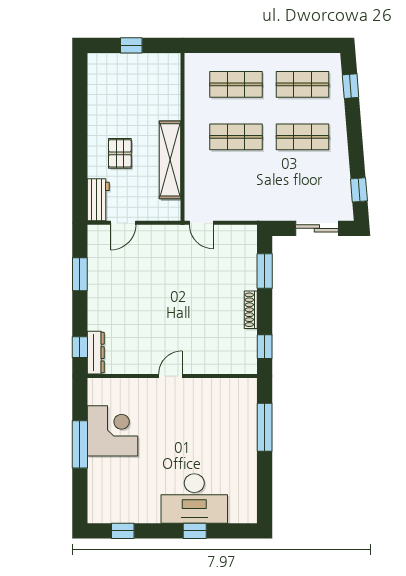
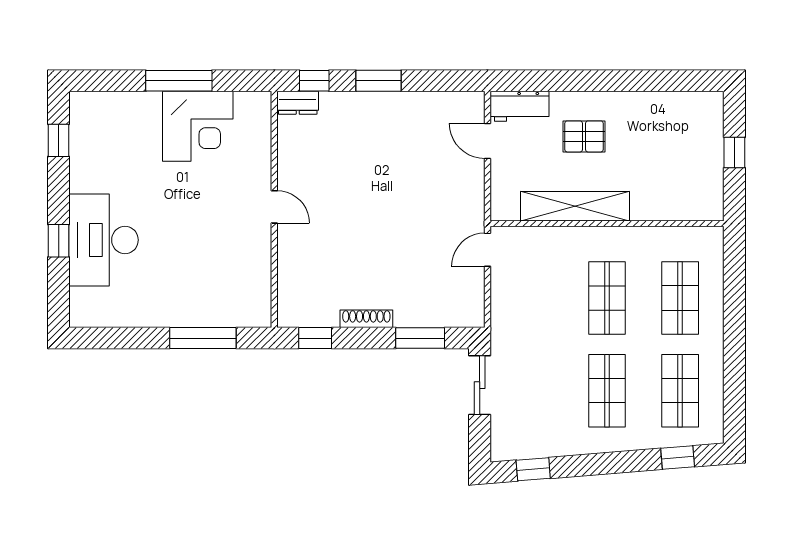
sliding door: (317, 228) -> (480, 385), moved
window: (80, 274) -> (378, 81), moved
dresser: (96, 353) -> (298, 103), width x0.70

